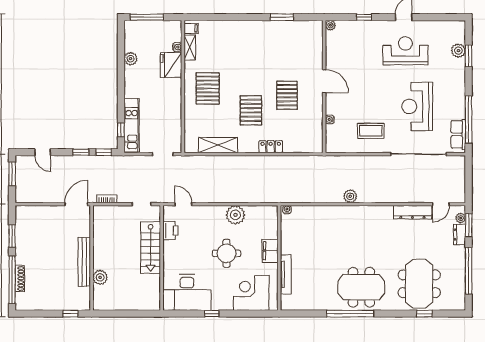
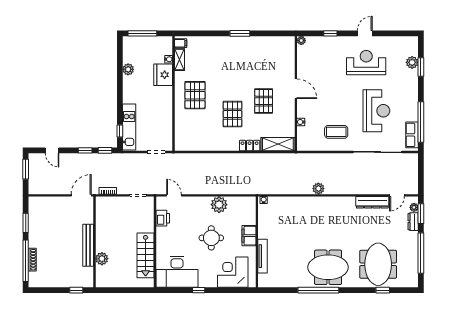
window: (282, 17) -> (240, 33), moved
reception desk: (417, 106) -> (376, 111), turned 180
shelving: (218, 145) -> (278, 144), moved
stairs: (151, 248) -> (146, 255), moved

